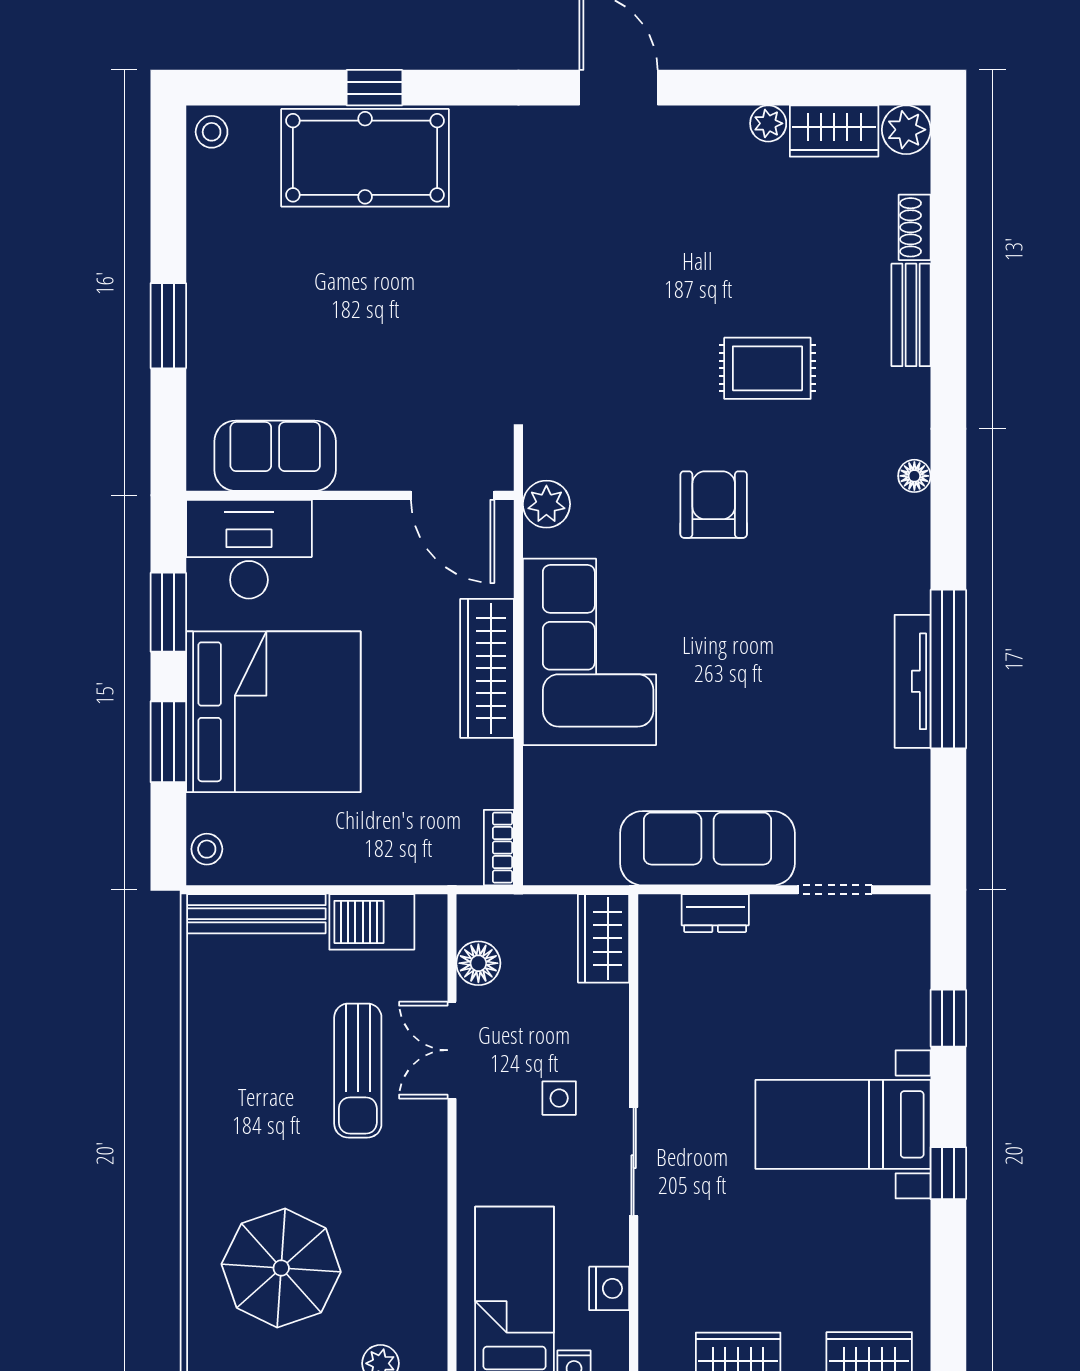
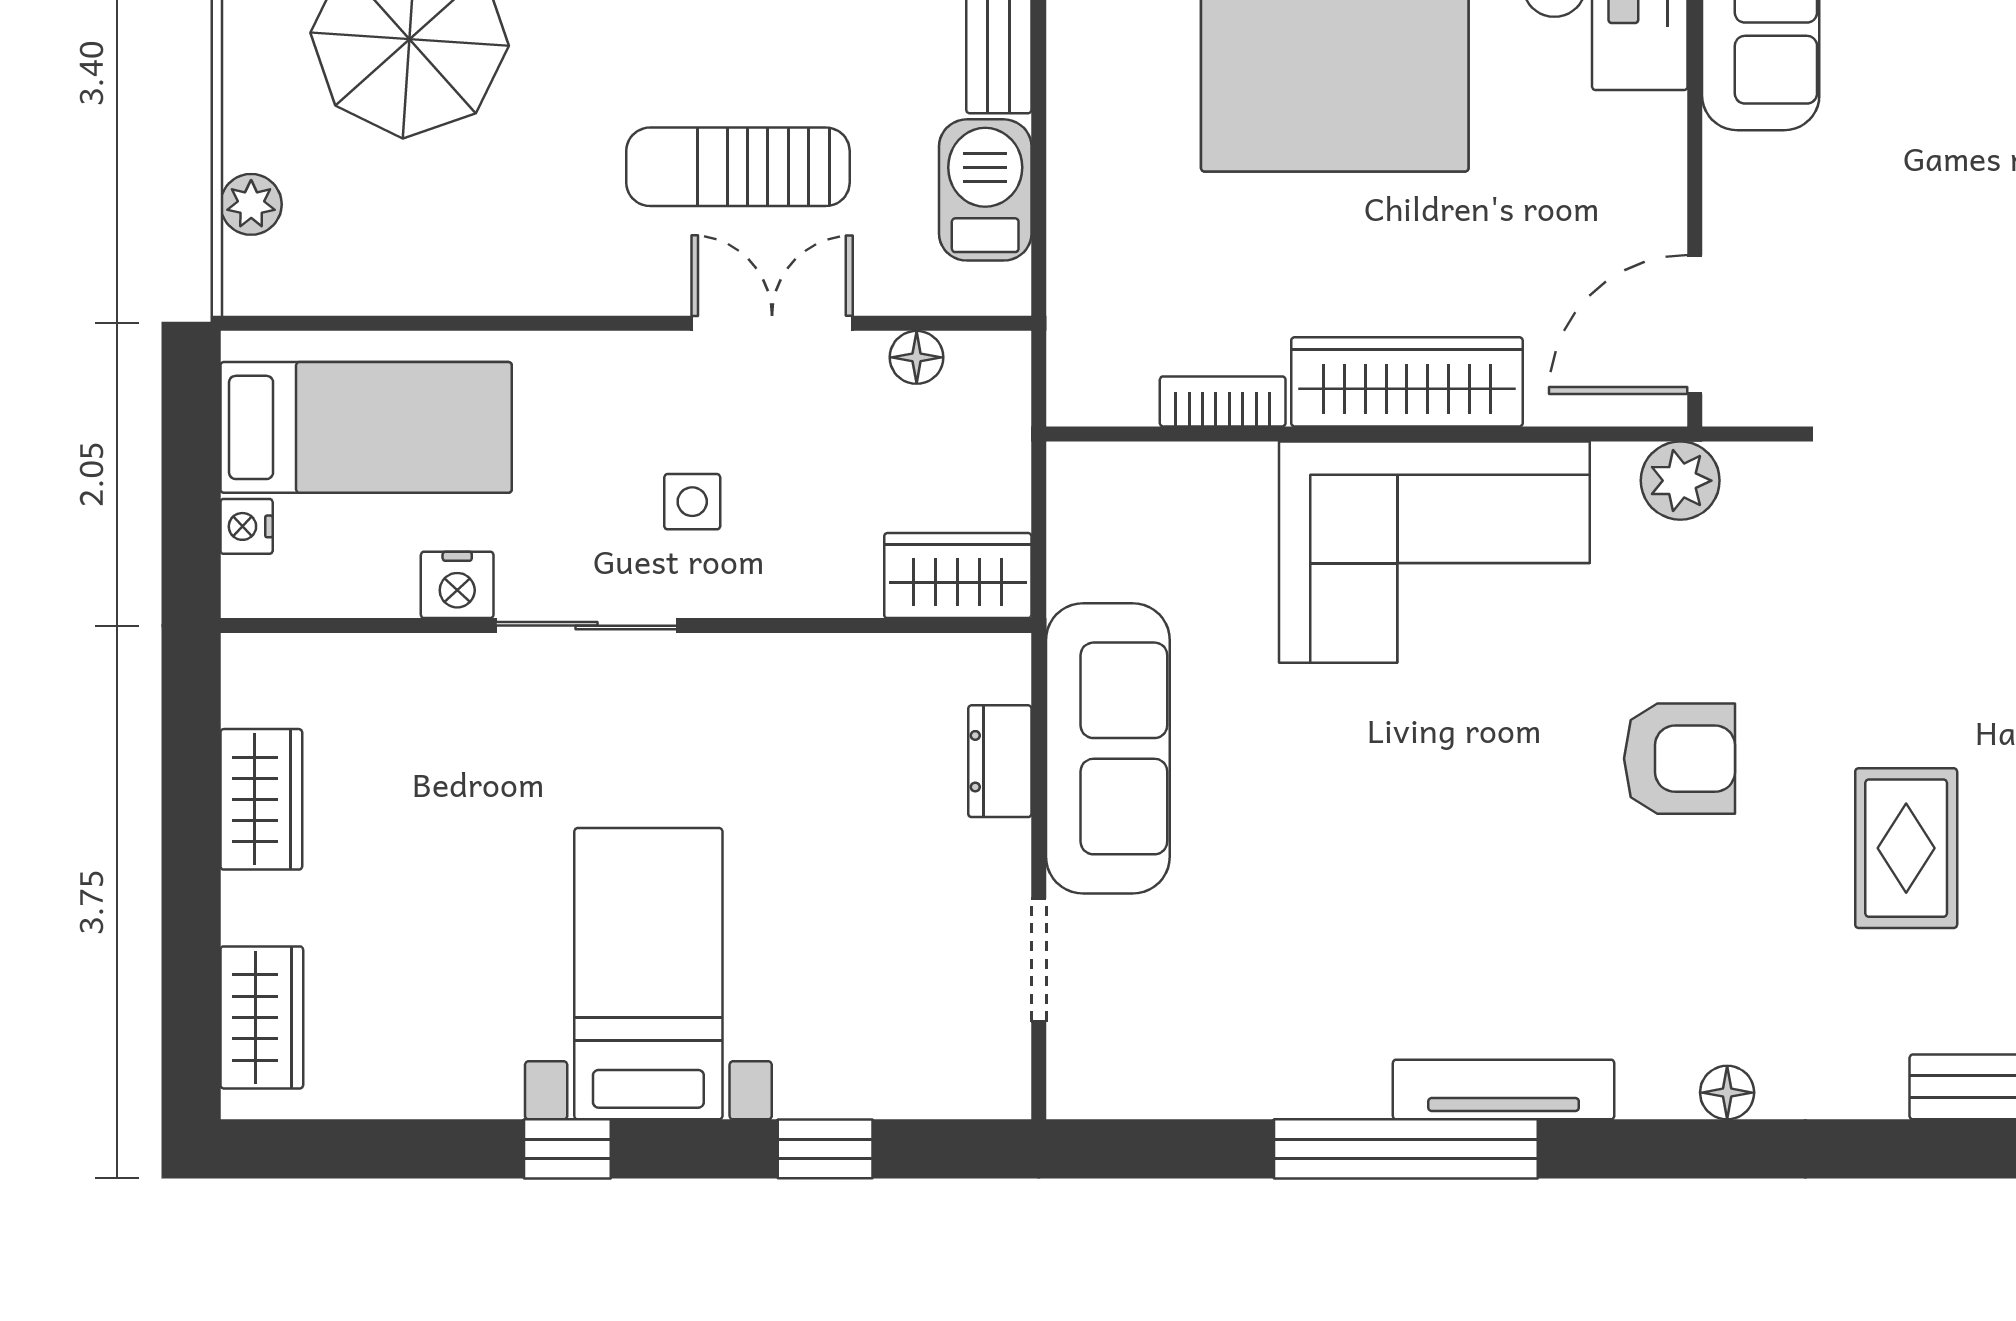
tv unit: (913, 681) -> (1504, 1090), moved
bookcase: (499, 848) -> (1223, 401), moved
floor lamp: (478, 963) -> (917, 357), width x0.73, depth x0.73
nightstand: (609, 1288) -> (457, 585), moved

